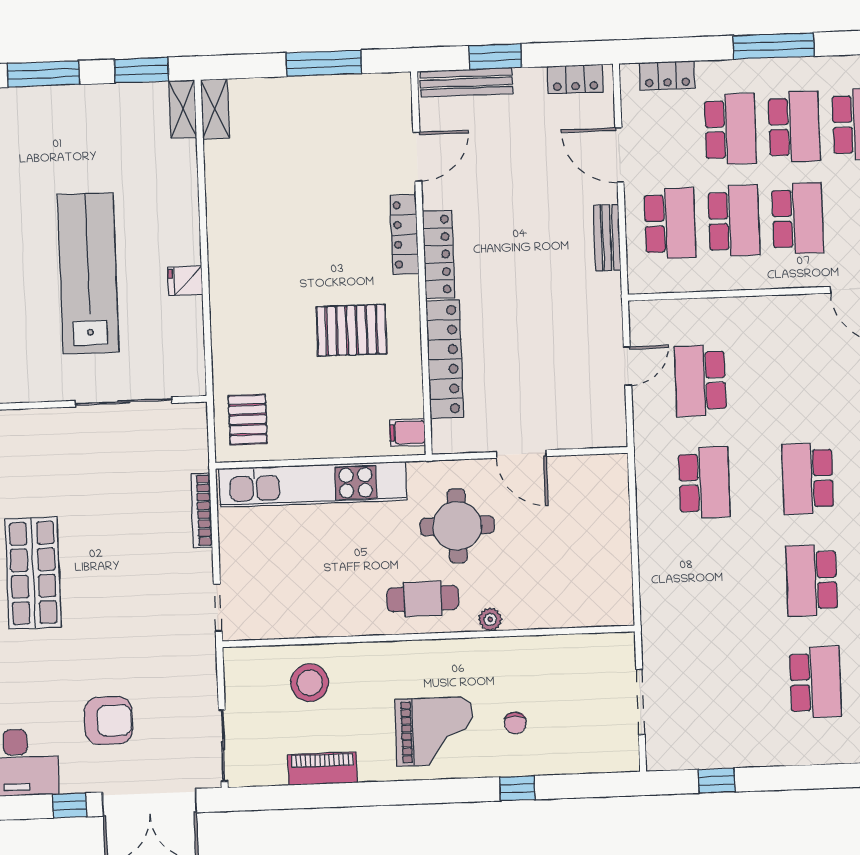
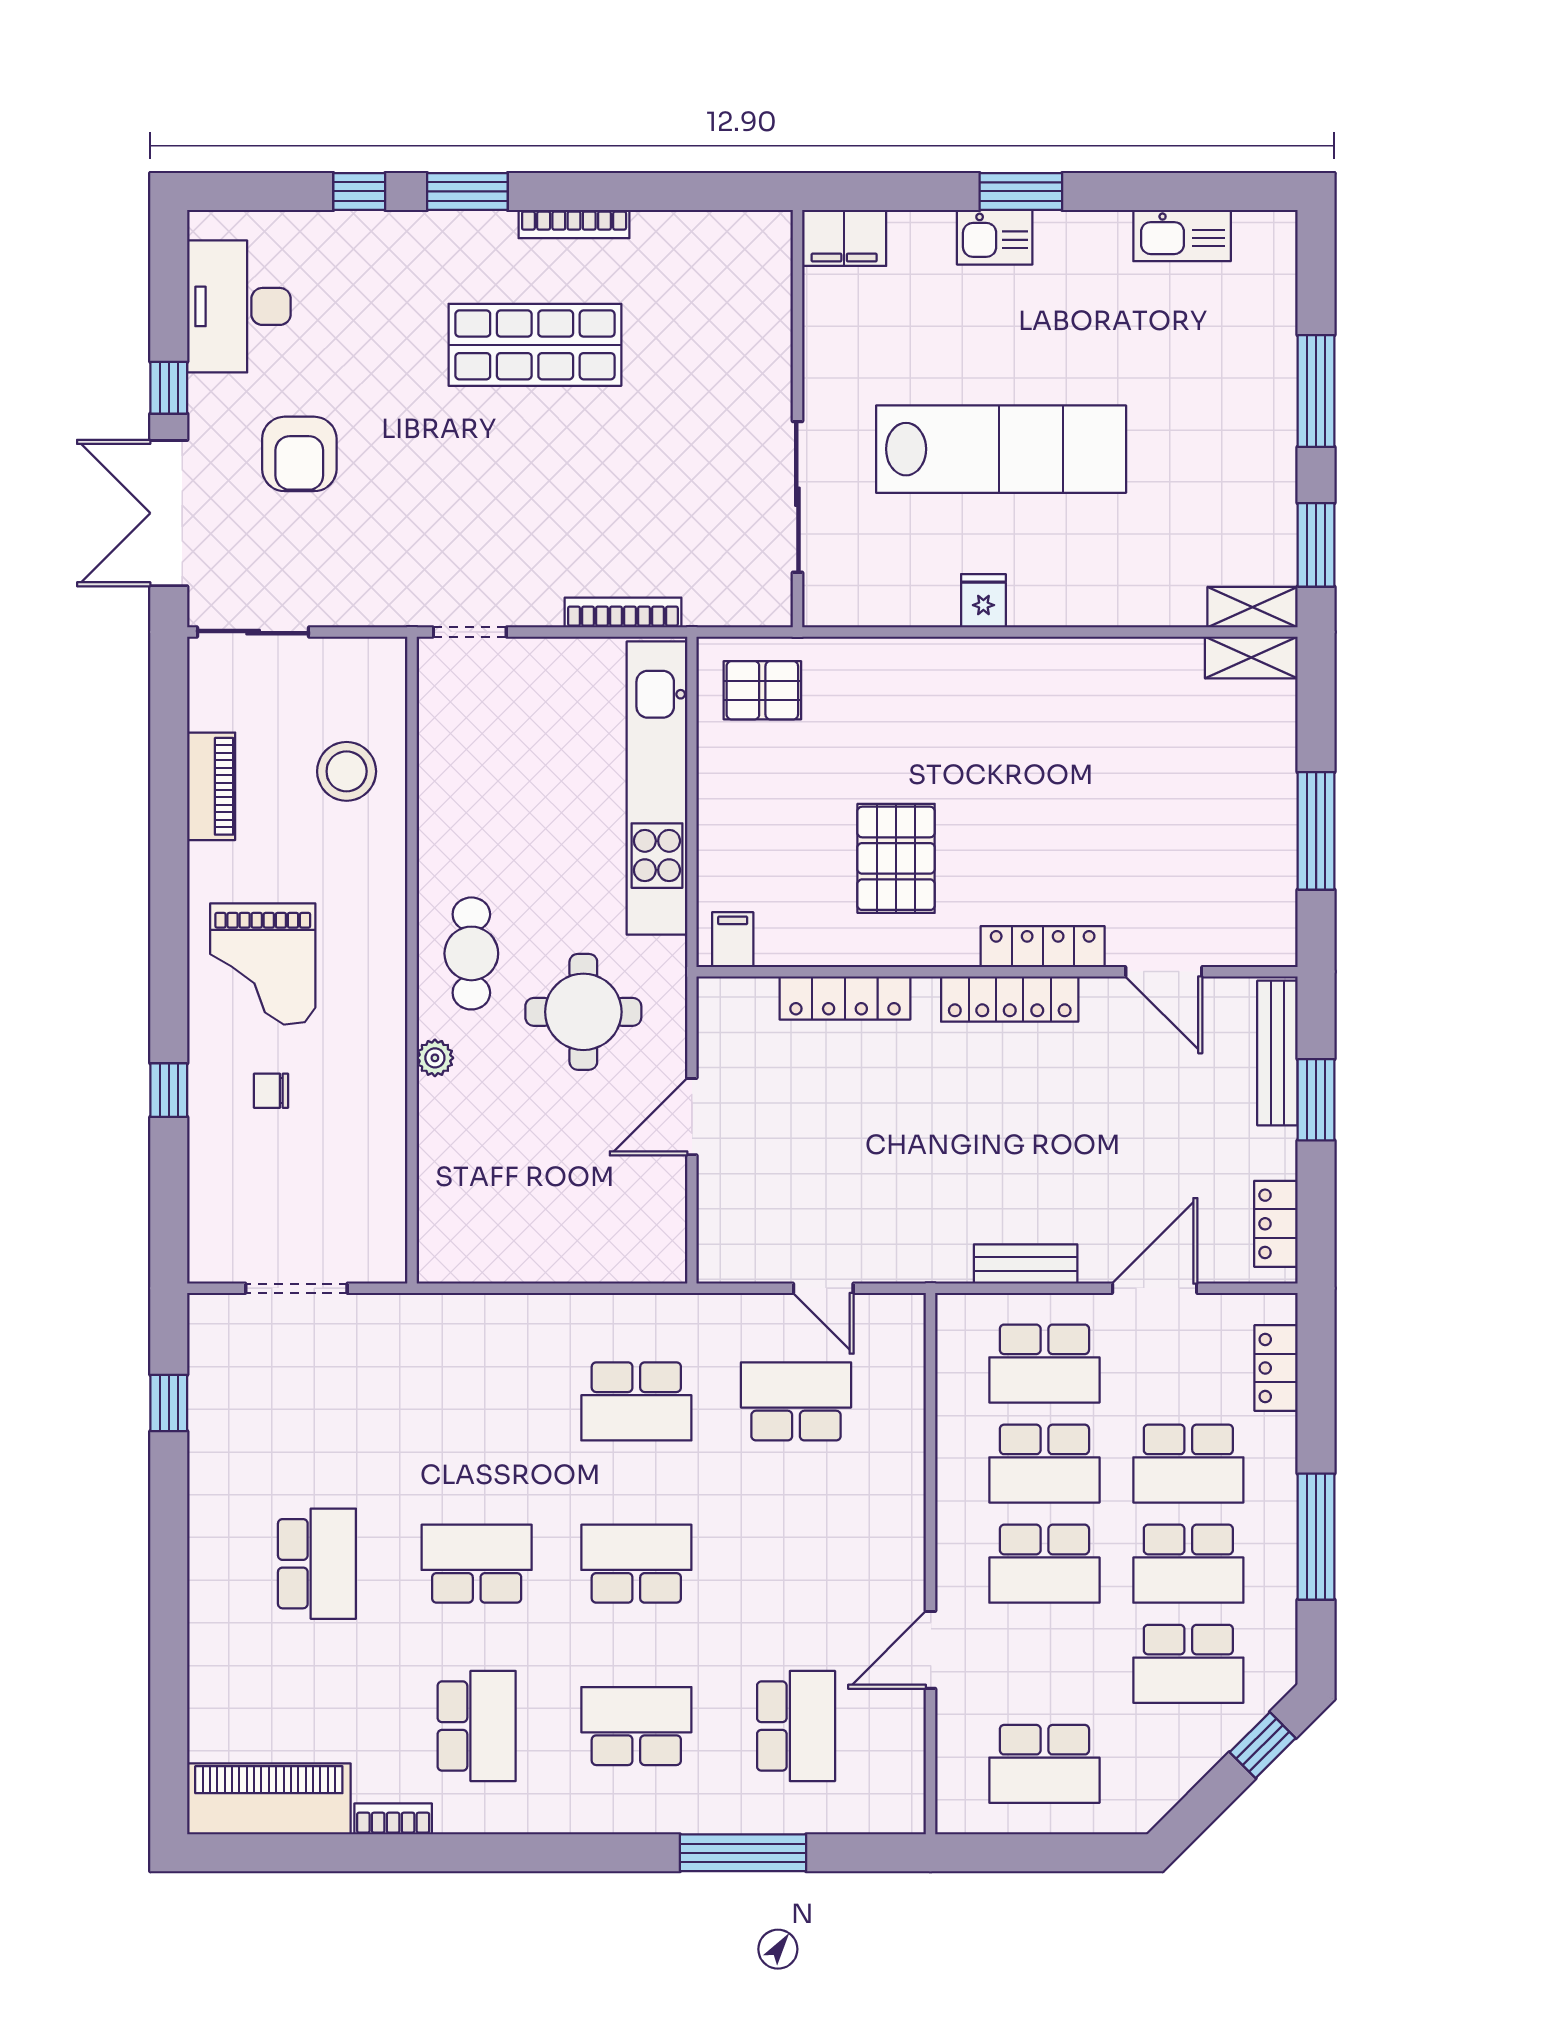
locker: (445, 359) -> (845, 998), width x0.71, depth x0.83
school desk: (815, 682) -> (317, 1564), turned -90

